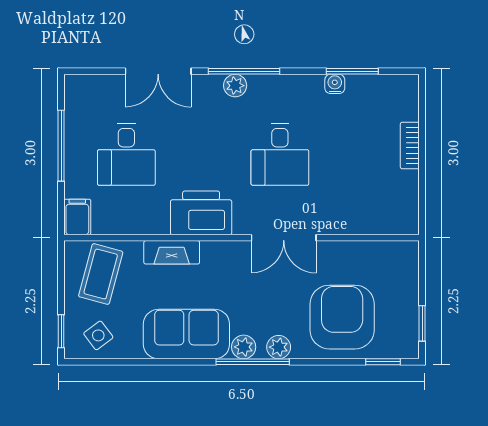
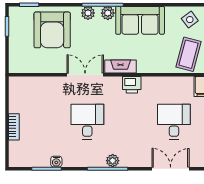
double door: (158, 71) -> (171, 169), moved
printer: (201, 213) -> (132, 85), width x0.53, depth x0.68
fireplace: (172, 252) -> (121, 66), moved

